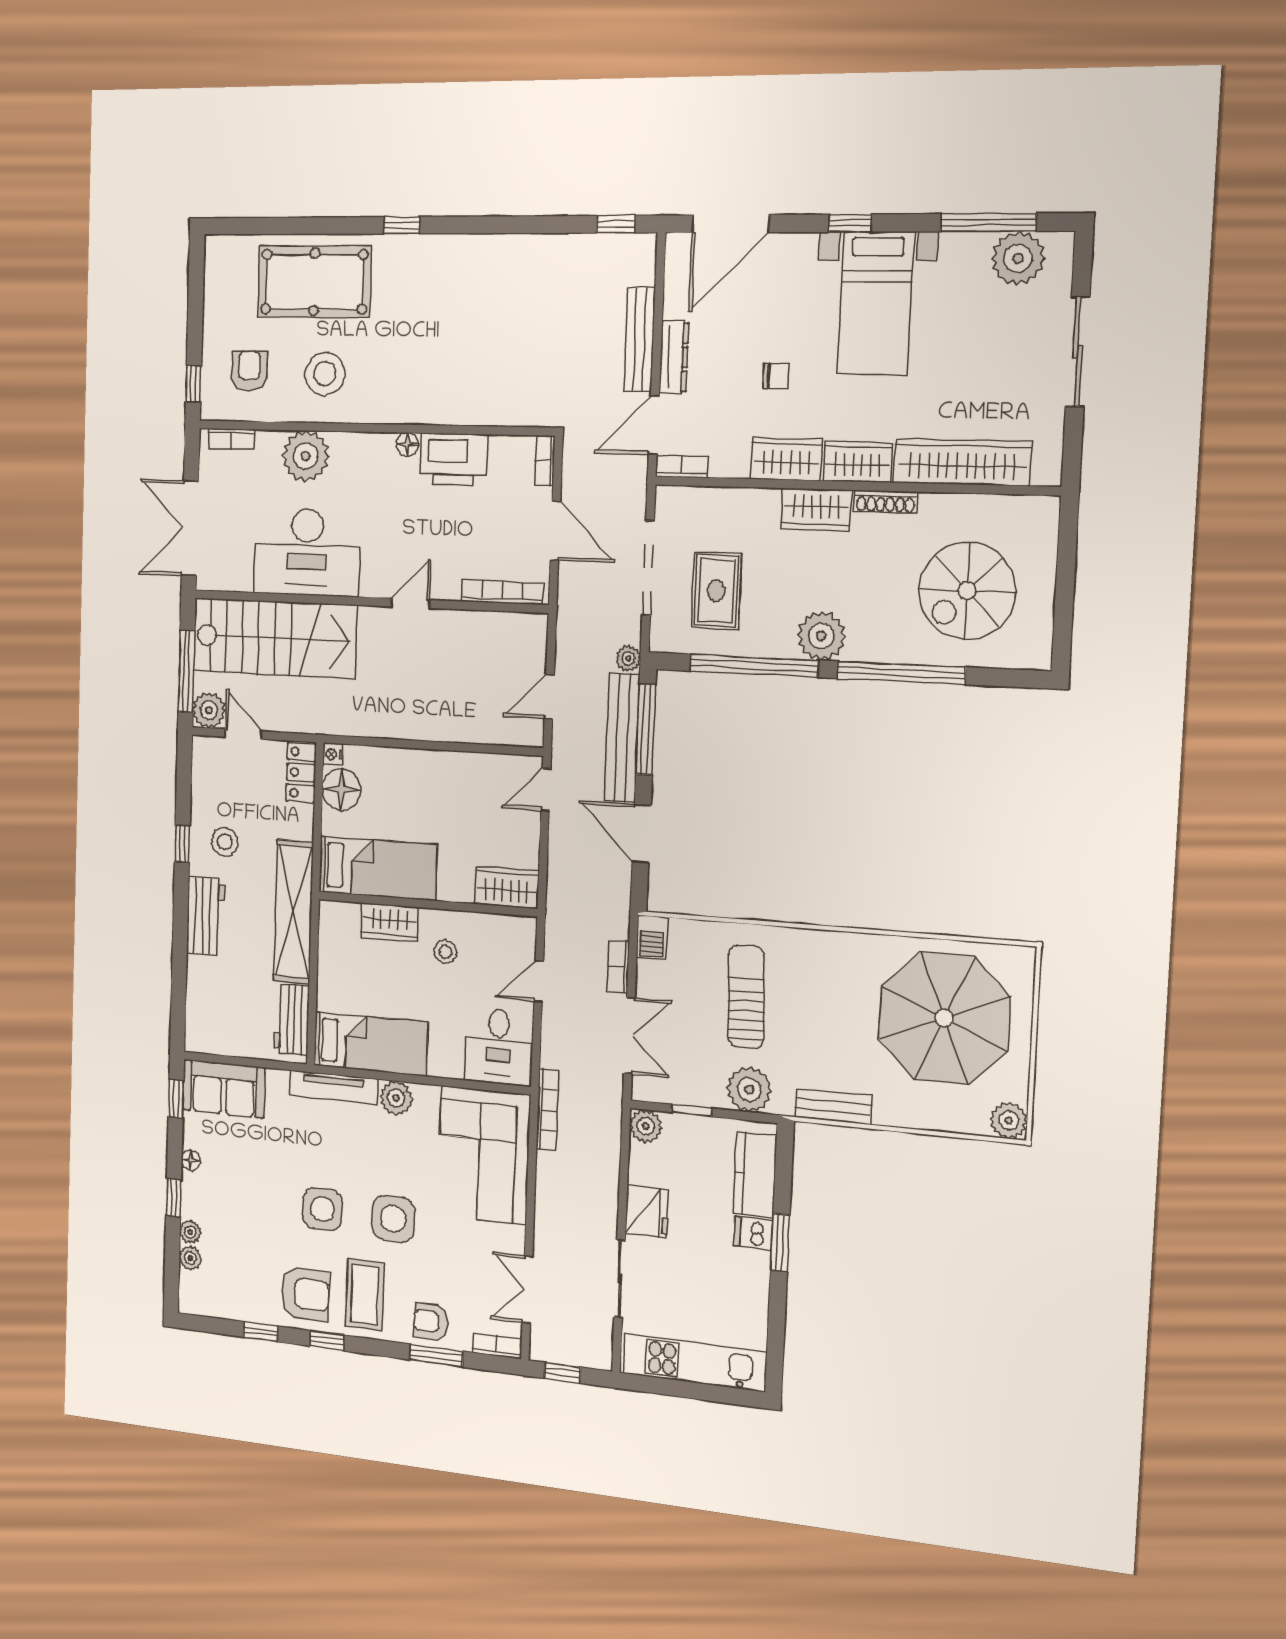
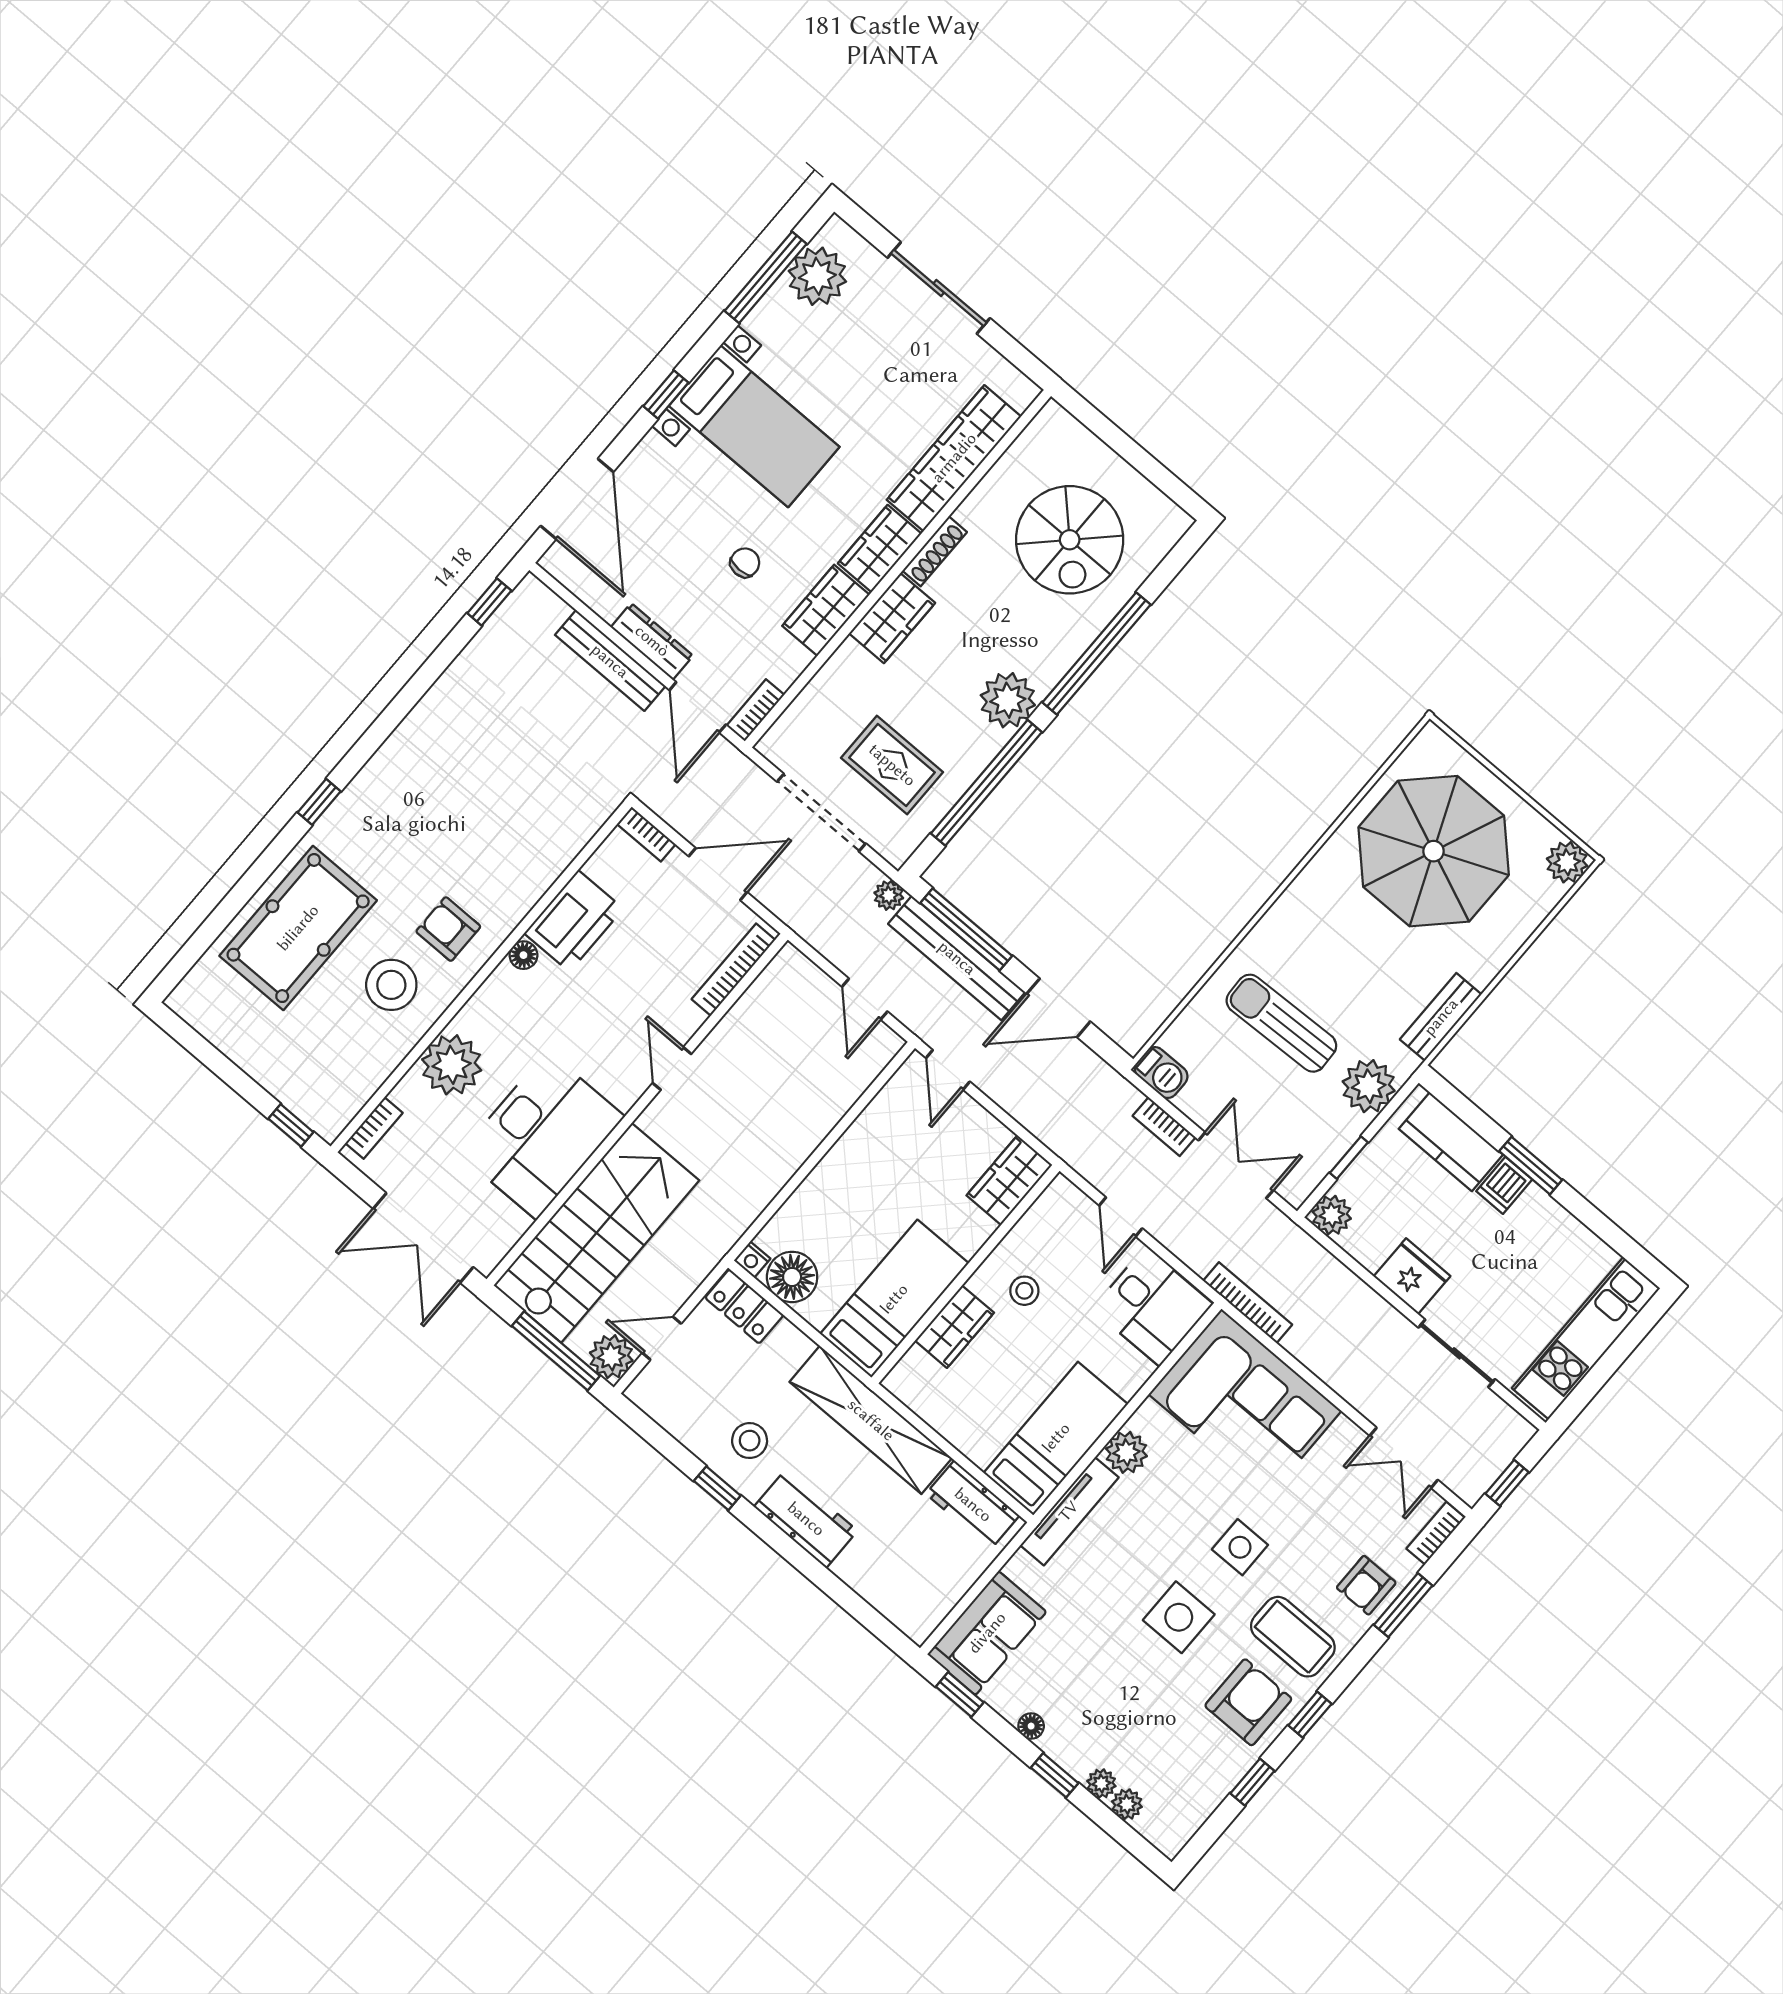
armchair: (249, 371) -> (448, 929), moved
side table: (393, 1219) -> (1240, 1547), width x0.73, depth x0.73

